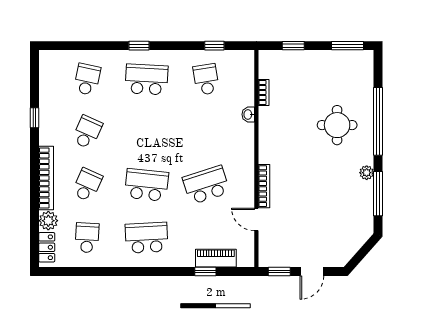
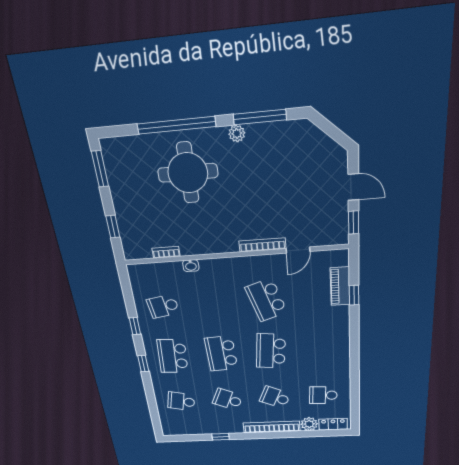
window: (214, 46) -> (135, 326), moved
round table: (337, 125) -> (188, 173), width x1.36, depth x1.36
school desk: (147, 238) -> (221, 354), moved

